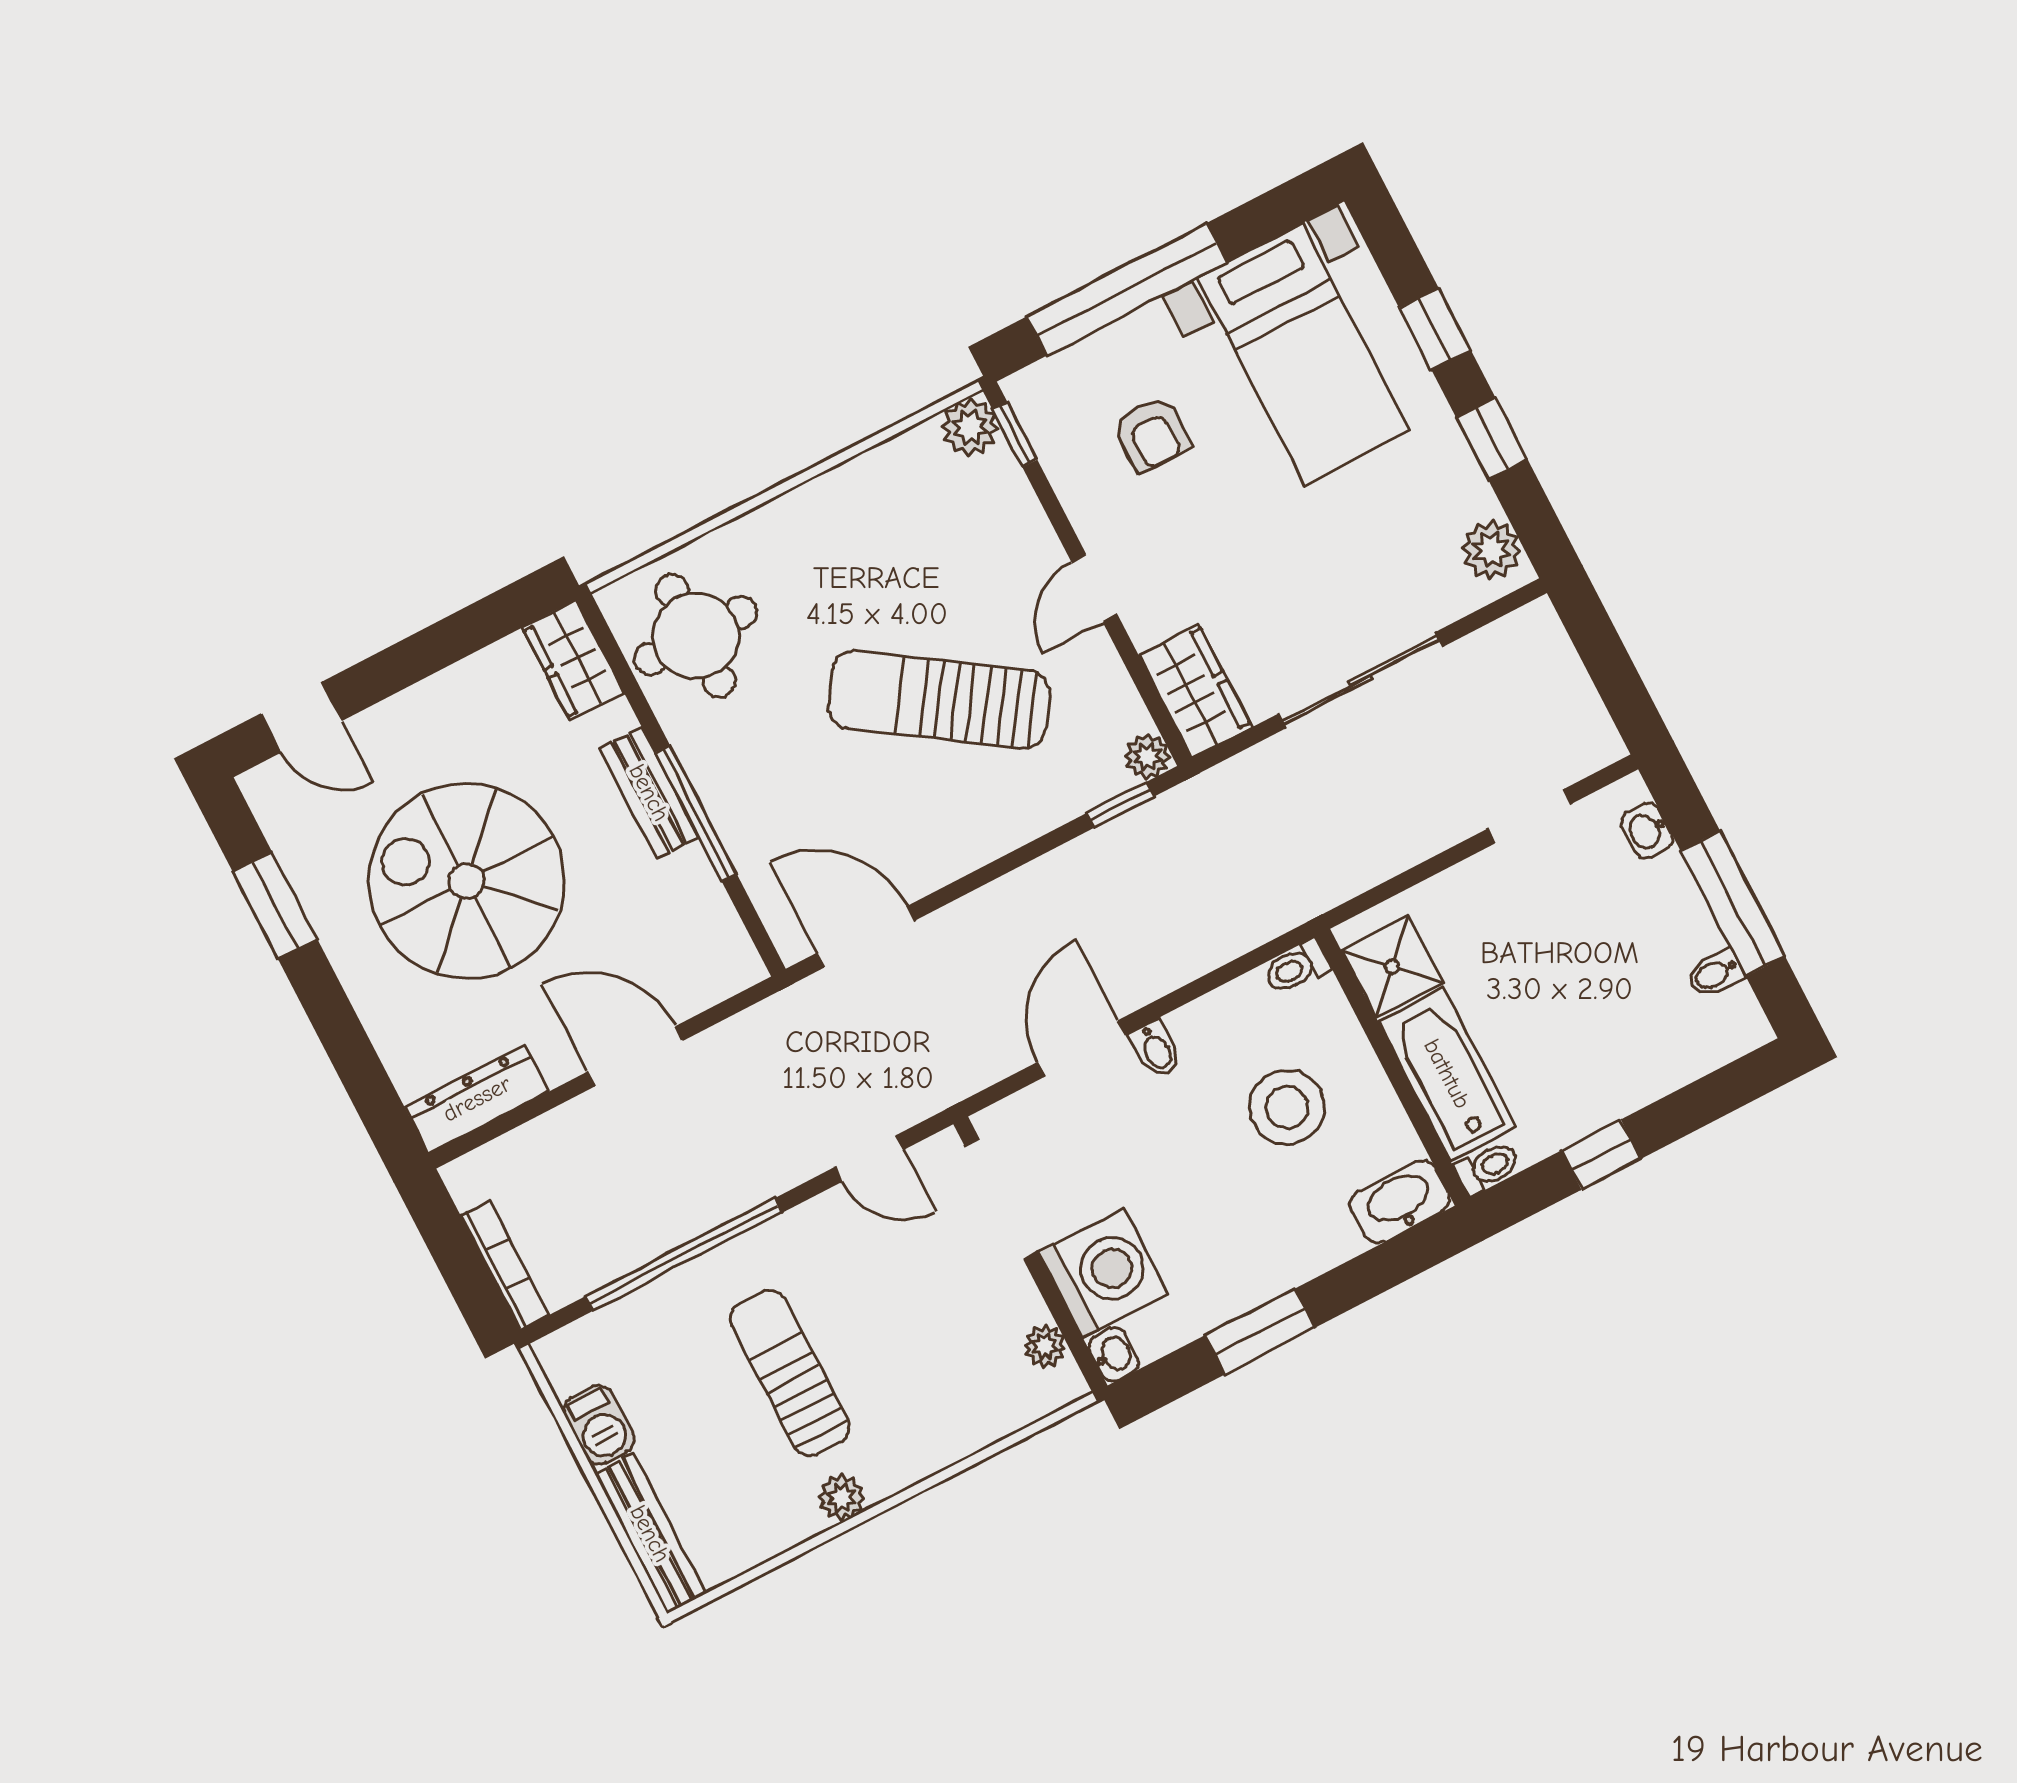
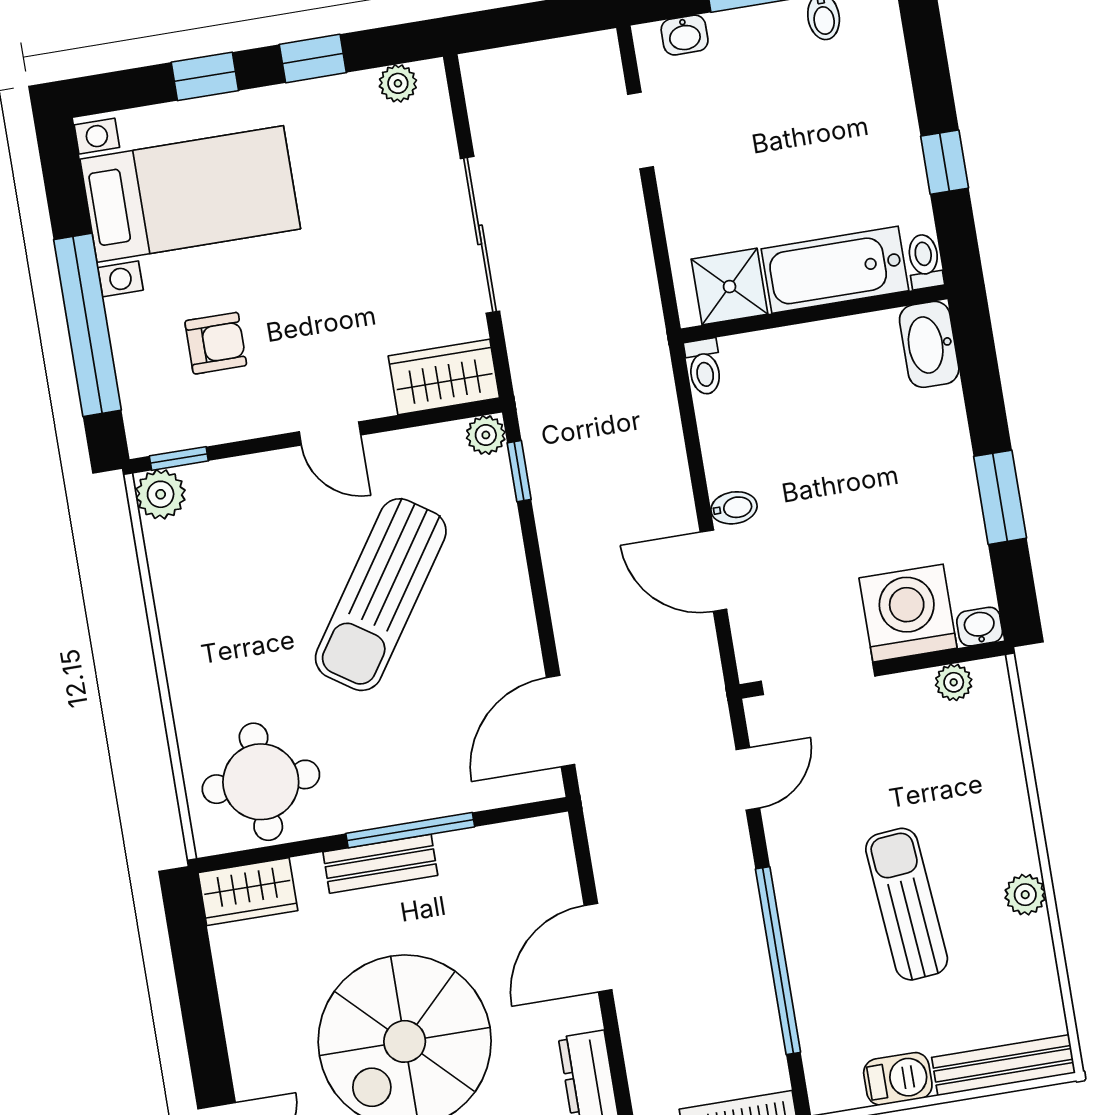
plant: (1491, 550) -> (398, 83), width x0.73, depth x0.73
stool: (1287, 1107) -> (819, 413), removed
sun lounger: (790, 1373) -> (907, 904), turned 85

